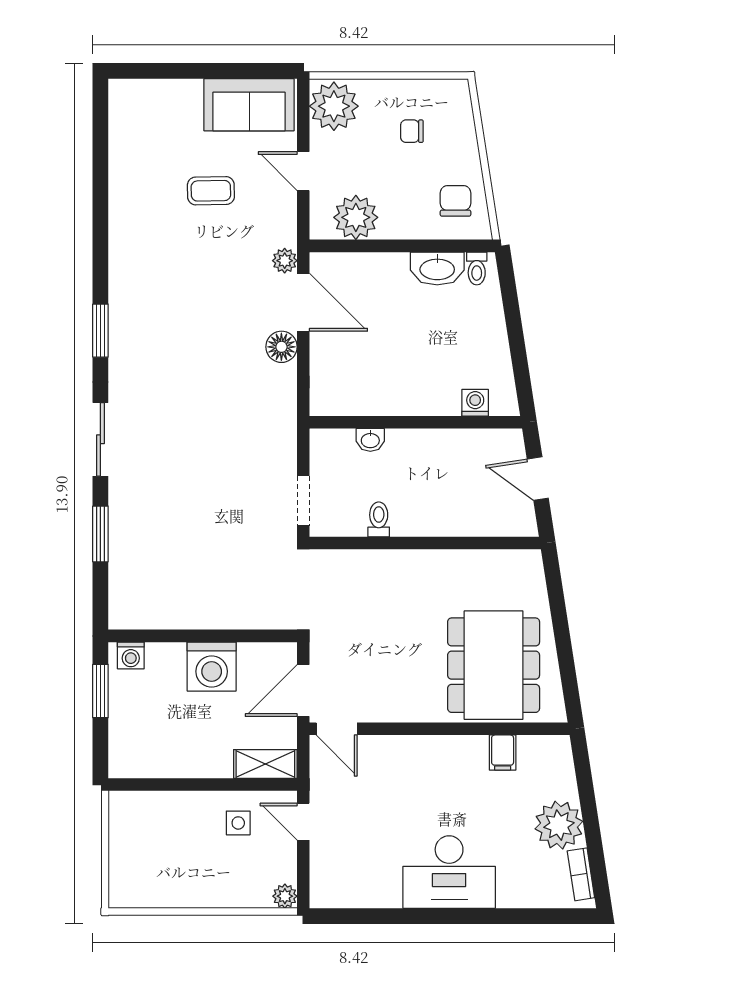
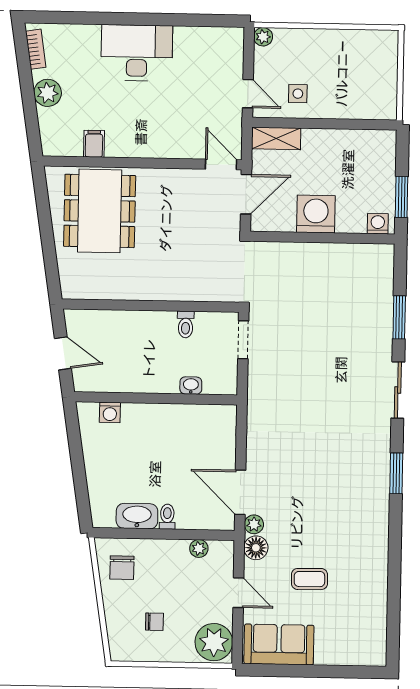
plant: (356, 217) -> (199, 548), width x0.53, depth x0.53
toilet: (477, 268) -> (167, 517), moved
floor lamp: (281, 347) -> (256, 548), moved
plant: (559, 825) -> (48, 93), width x0.73, depth x0.73

